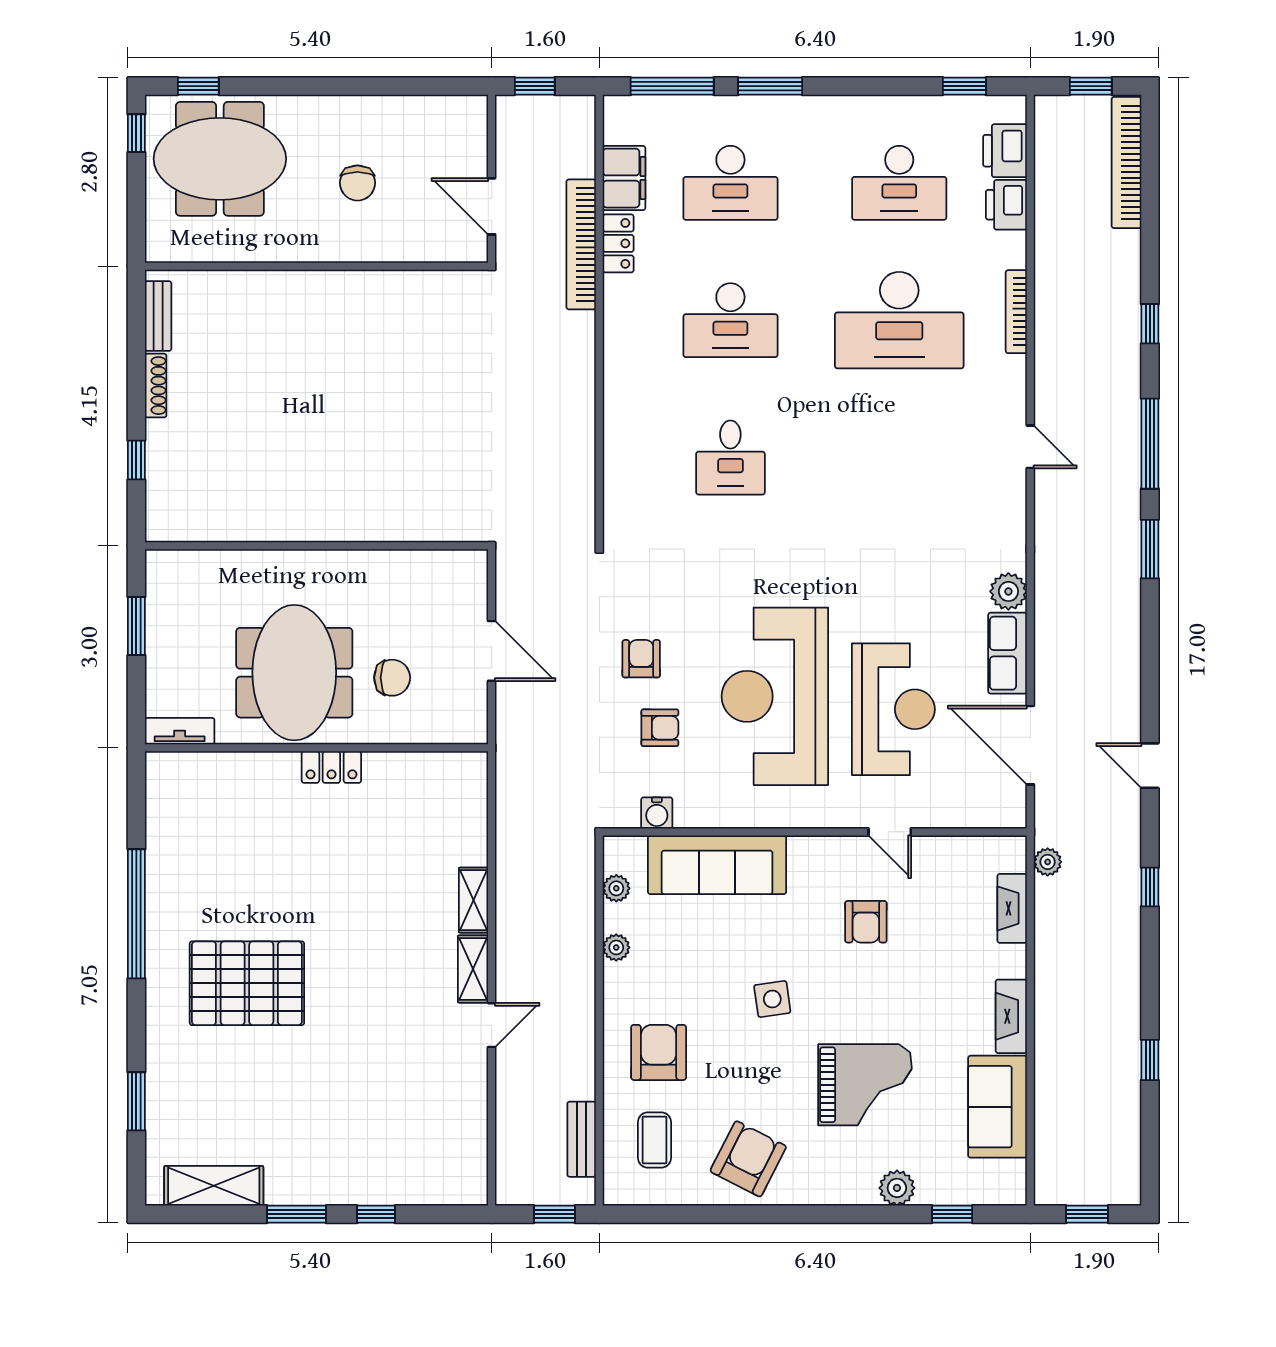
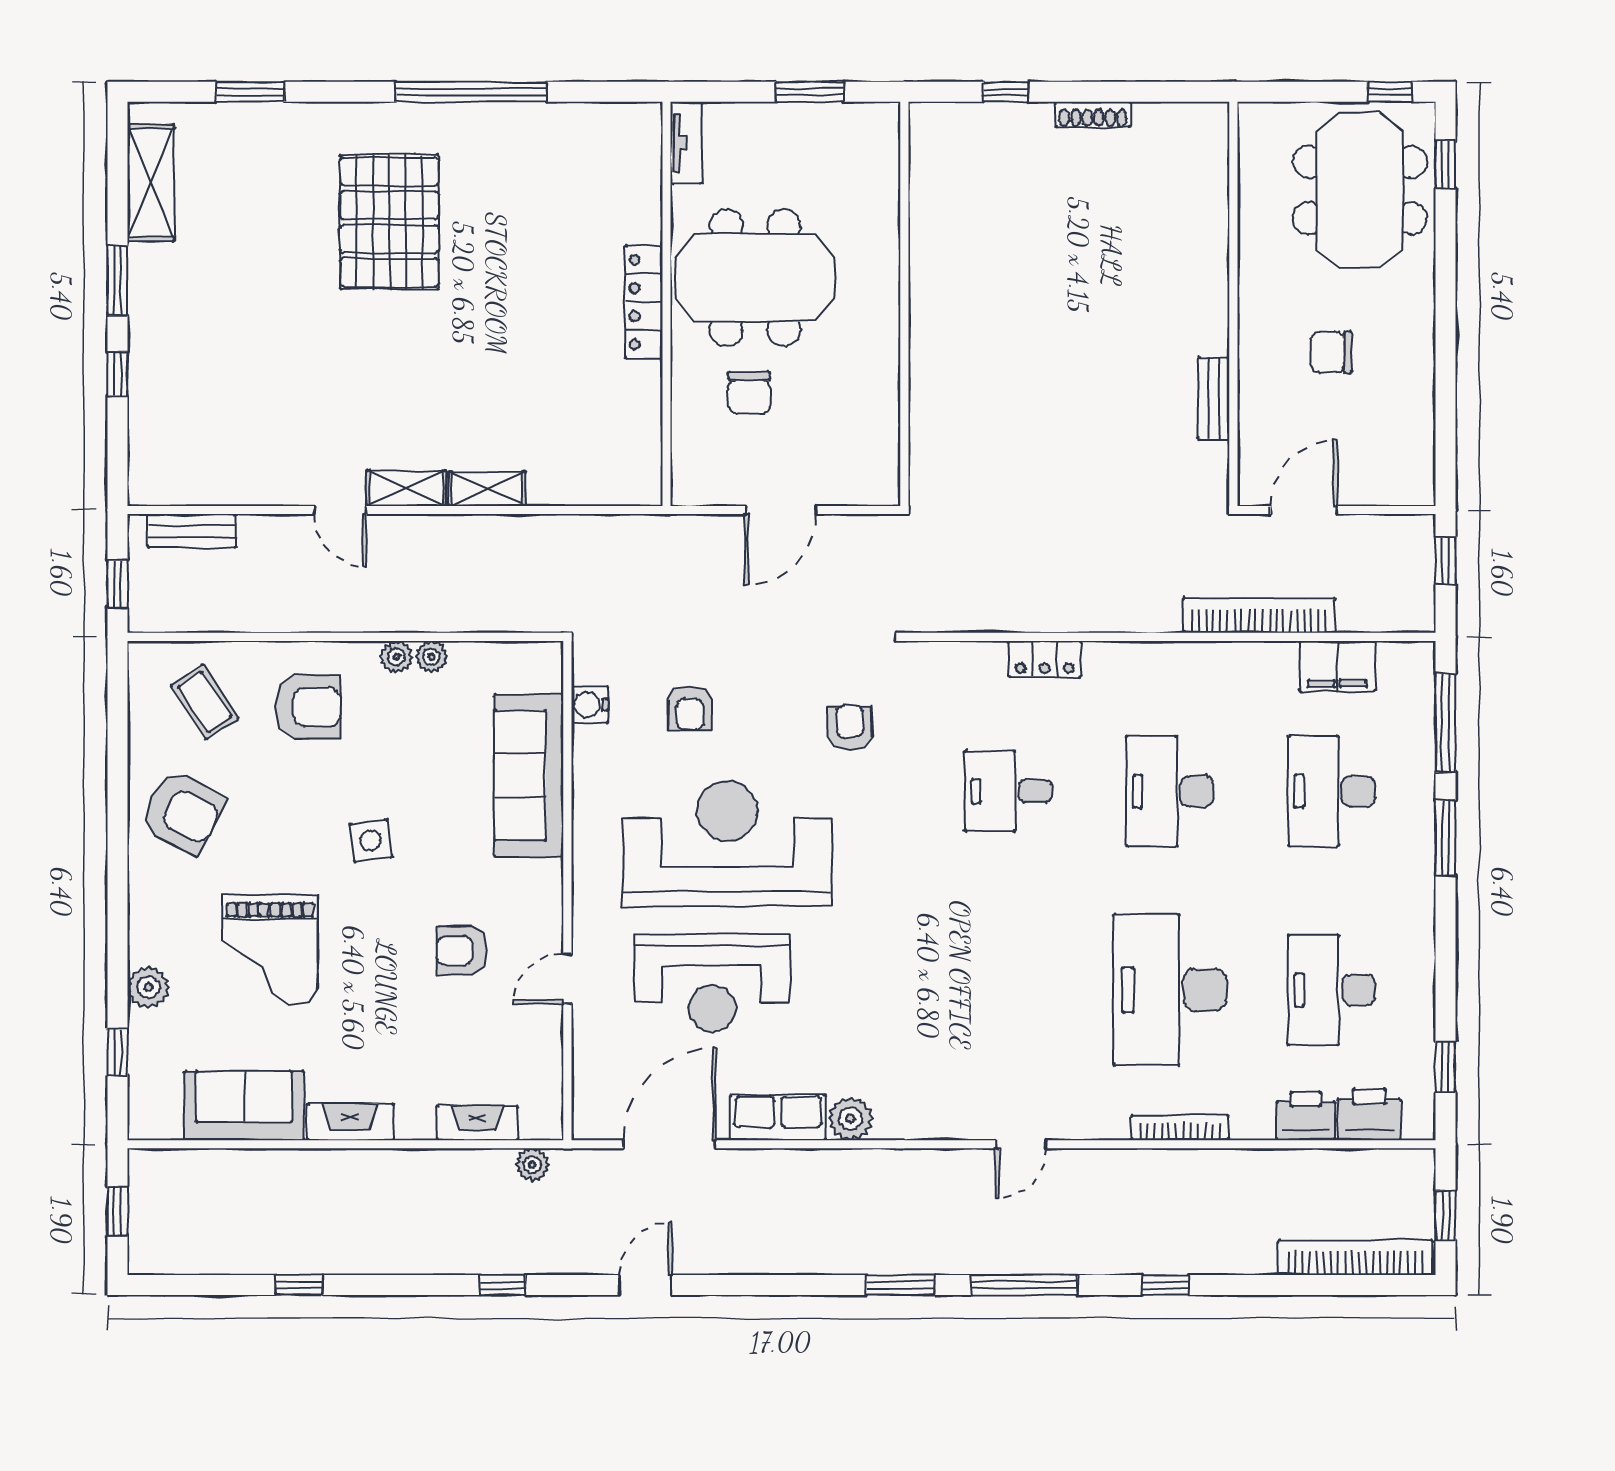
locker: (618, 243) -> (1045, 659), moved
bench: (158, 316) -> (1214, 398), moved, turned 90
armchair: (641, 659) -> (850, 728), moved, turned -90
locker: (331, 767) -> (644, 302), width x1.53
plant: (616, 888) -> (396, 657), moved
bench: (582, 1139) -> (192, 531), moved
coffee table: (654, 1140) -> (205, 702), turned 57

